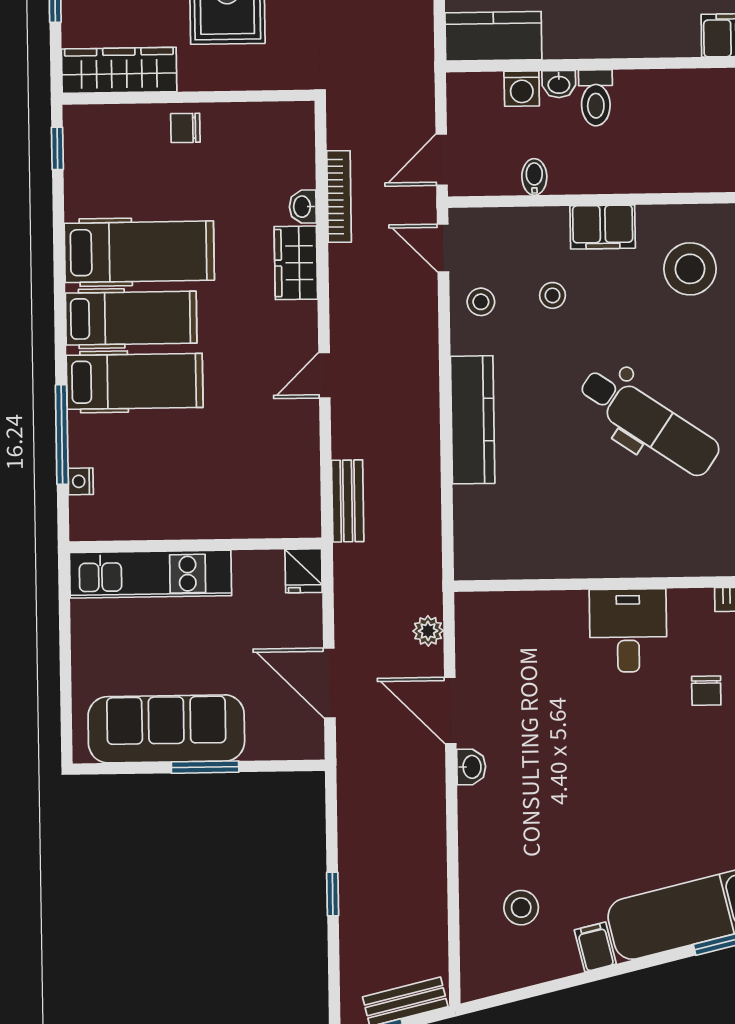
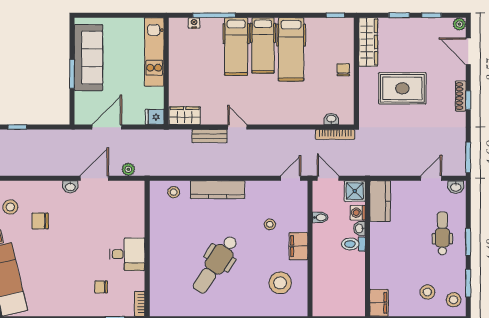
shower: (471, 96) -> (355, 191), added
bookcase: (339, 197) -> (335, 134), moved
washbasin: (303, 207) -> (331, 119), moved
wardrobe: (296, 263) -> (185, 116), moved
stool: (481, 302) -> (174, 192), moved
bench: (348, 501) -> (210, 136), moved
chair: (553, 837) -> (40, 221), added

